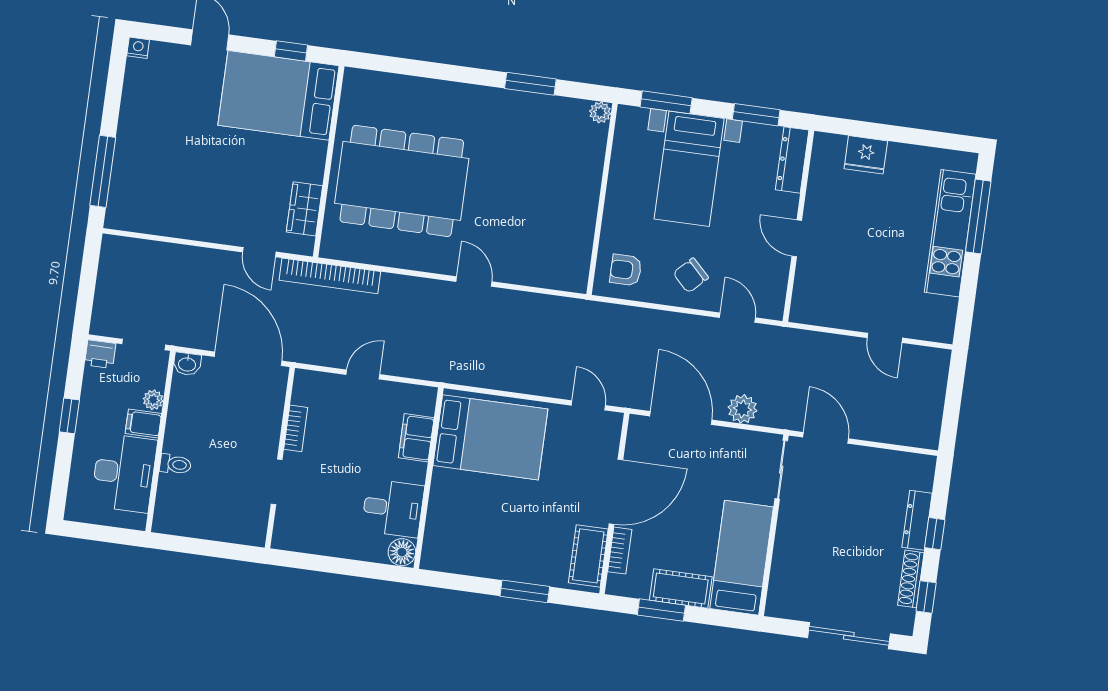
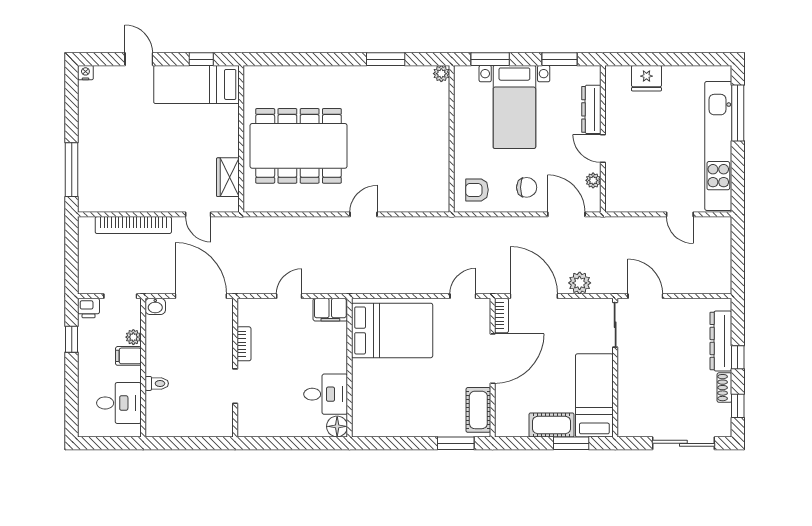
bed: (278, 95) -> (196, 84), width x0.67
dresser: (792, 160) -> (591, 109), moved
kitchen unit: (950, 233) -> (718, 146), width x1.36
chair: (691, 275) -> (527, 187), turned -135
bookcase: (330, 276) -> (133, 225), moved
plant: (778, 278) -> (593, 180), added
door: (474, 282) -> (363, 214), hinge flipped
door: (738, 318) -> (566, 214), width x1.38
door: (588, 405) -> (463, 296), hinge flipped
window: (69, 416) -> (72, 339), moved
filing cabinet: (416, 438) -> (330, 310), moved, turned -90
desk: (124, 473) -> (119, 403), width x0.73
dresser: (917, 520) -> (721, 341), width x1.37, depth x1.24
bookcase: (620, 551) -> (502, 316), moved
shoe rack: (911, 579) -> (724, 388), width x0.70
window: (525, 591) -> (456, 443), moved
window: (661, 610) -> (571, 443), moved

